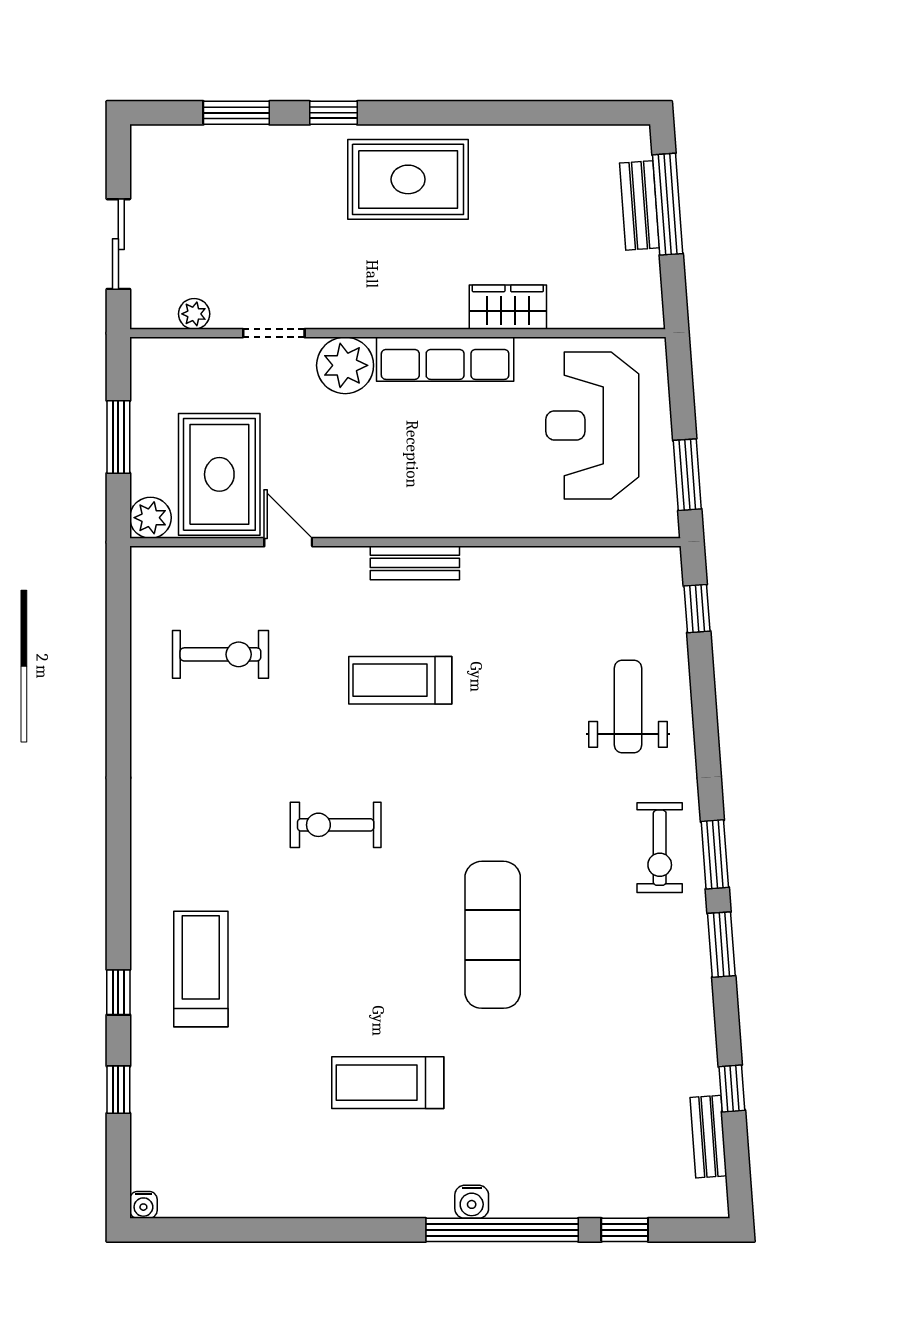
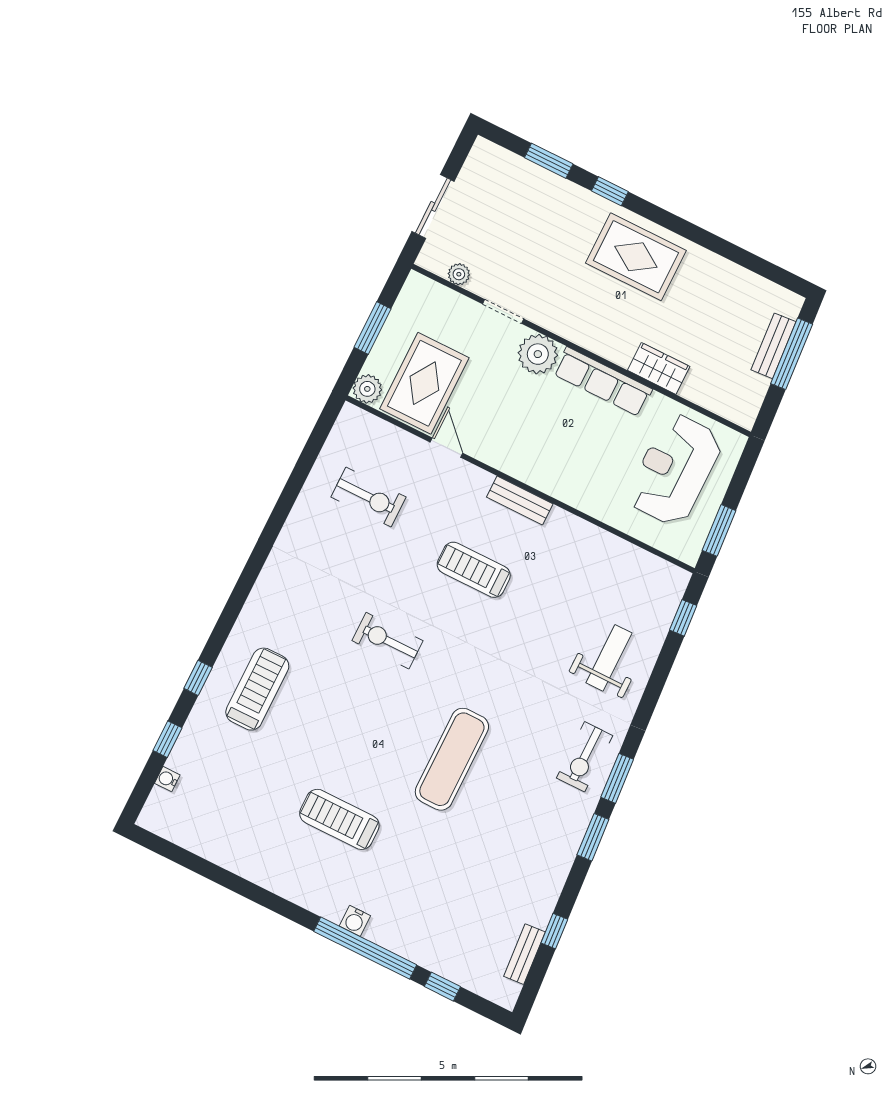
water cooler: (143, 1205) -> (167, 779), moved, turned 90

